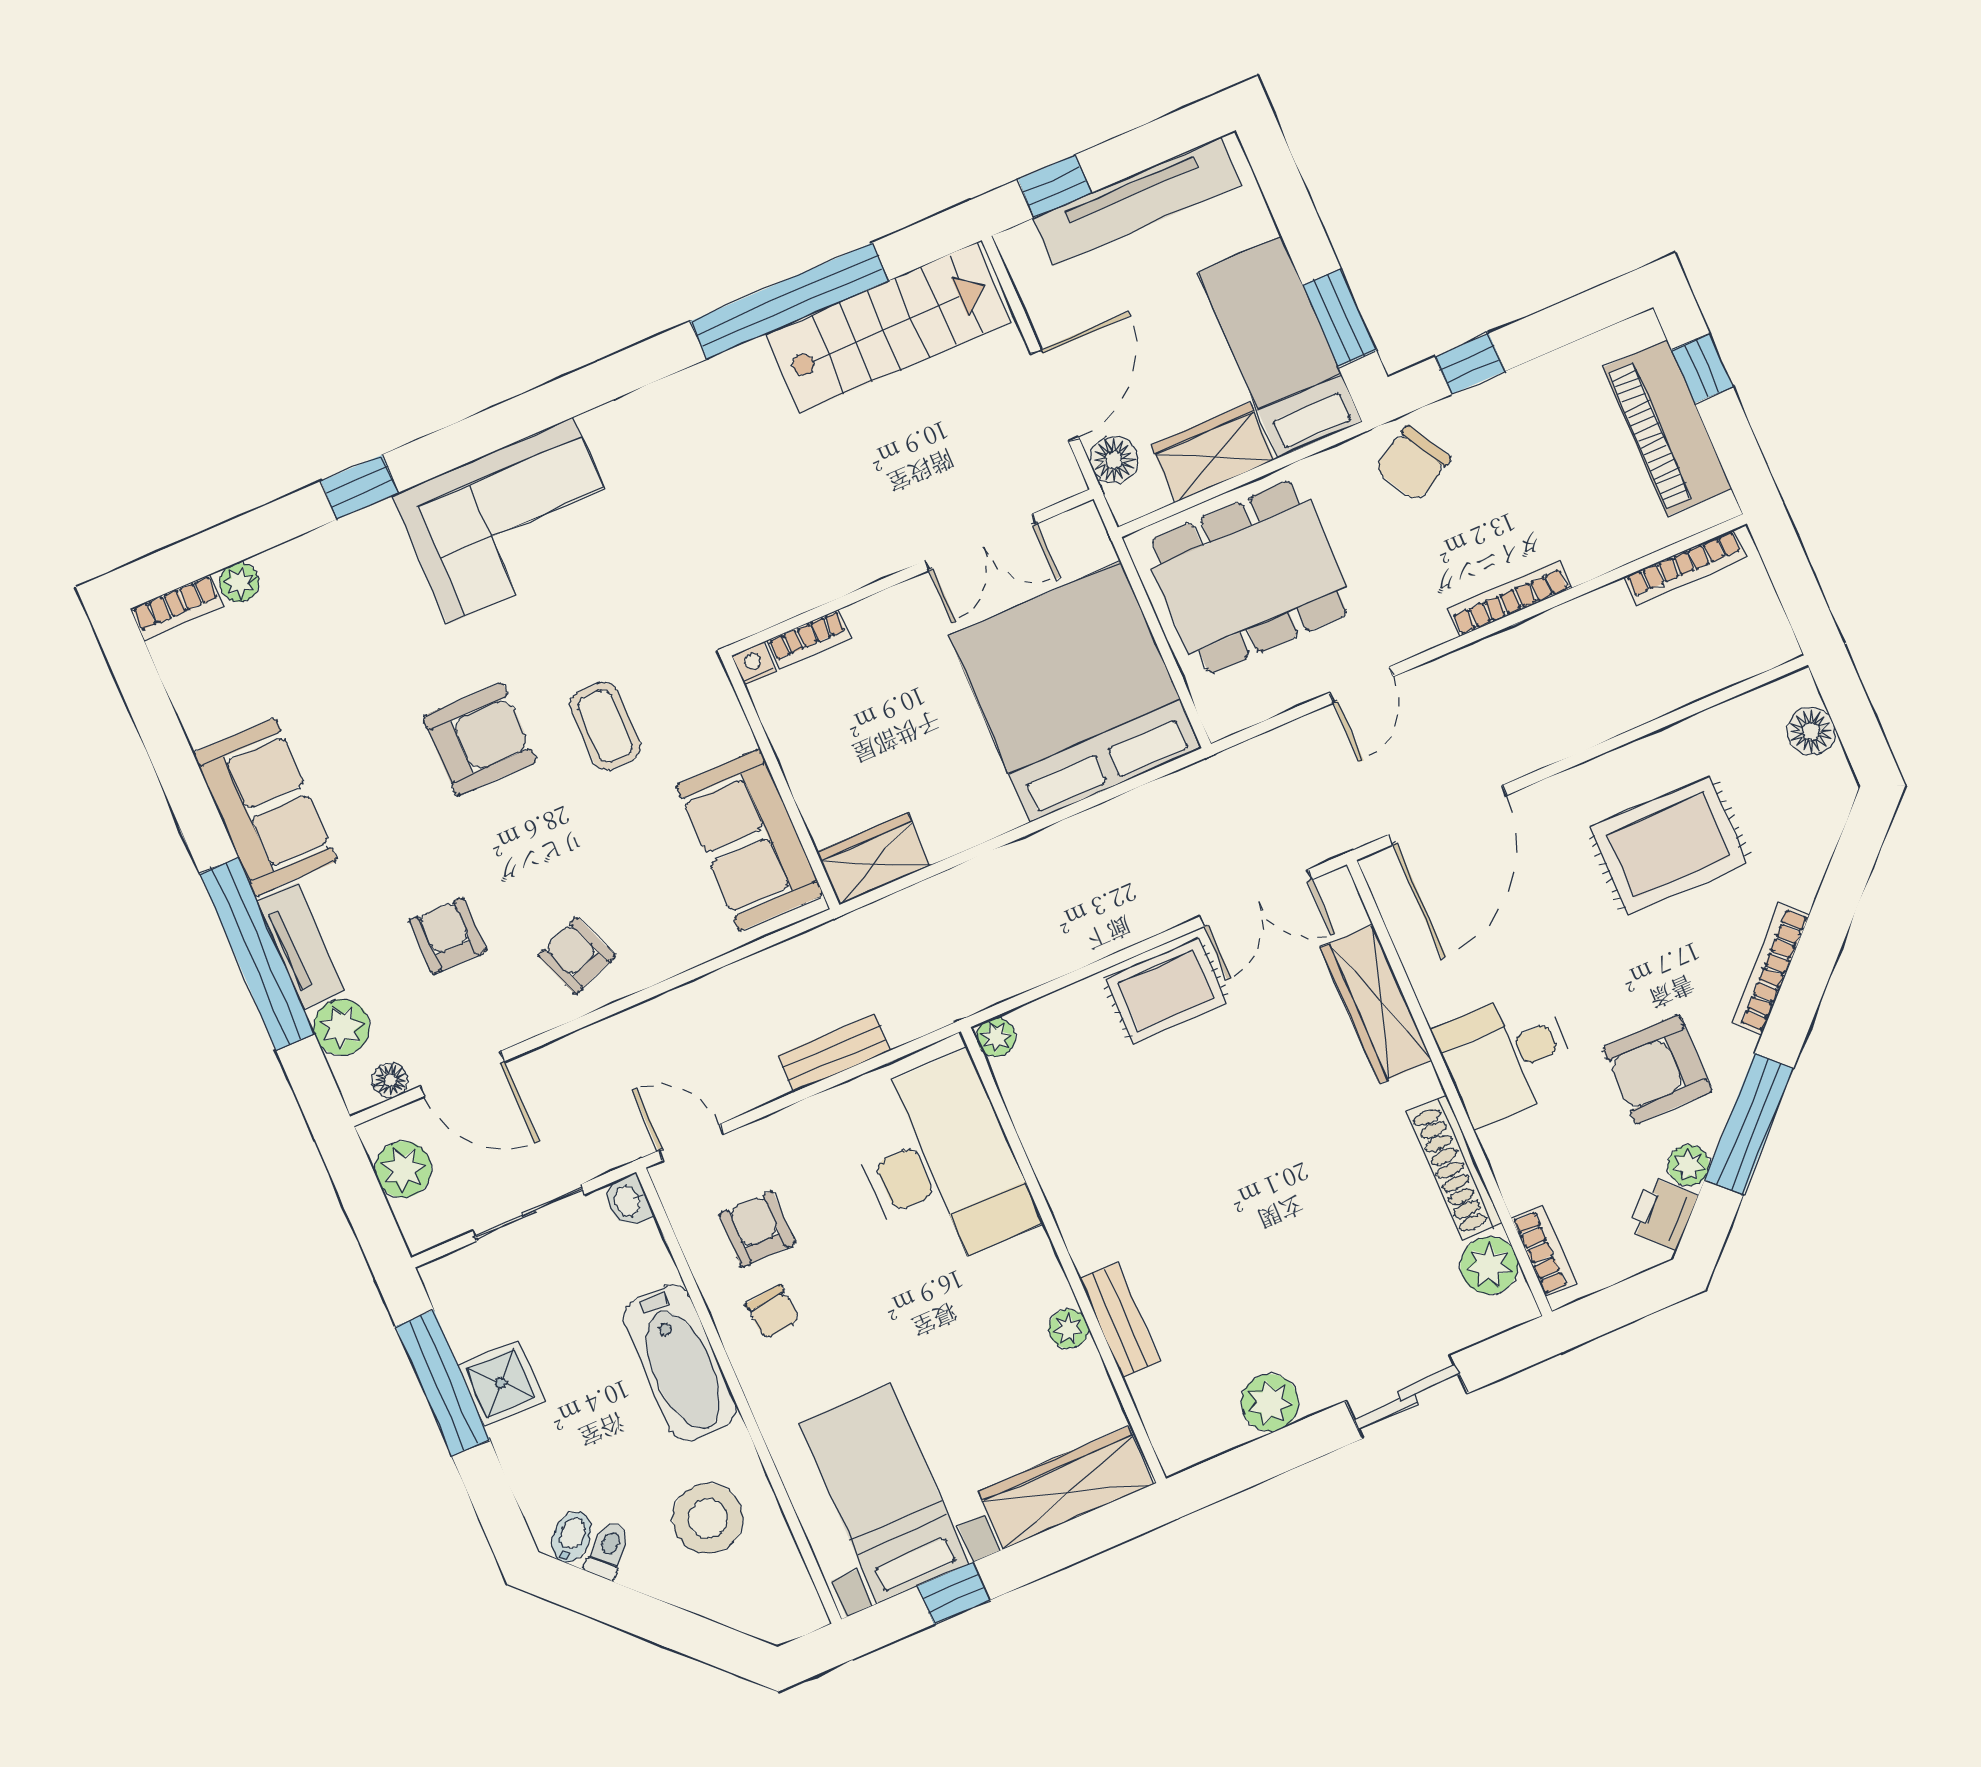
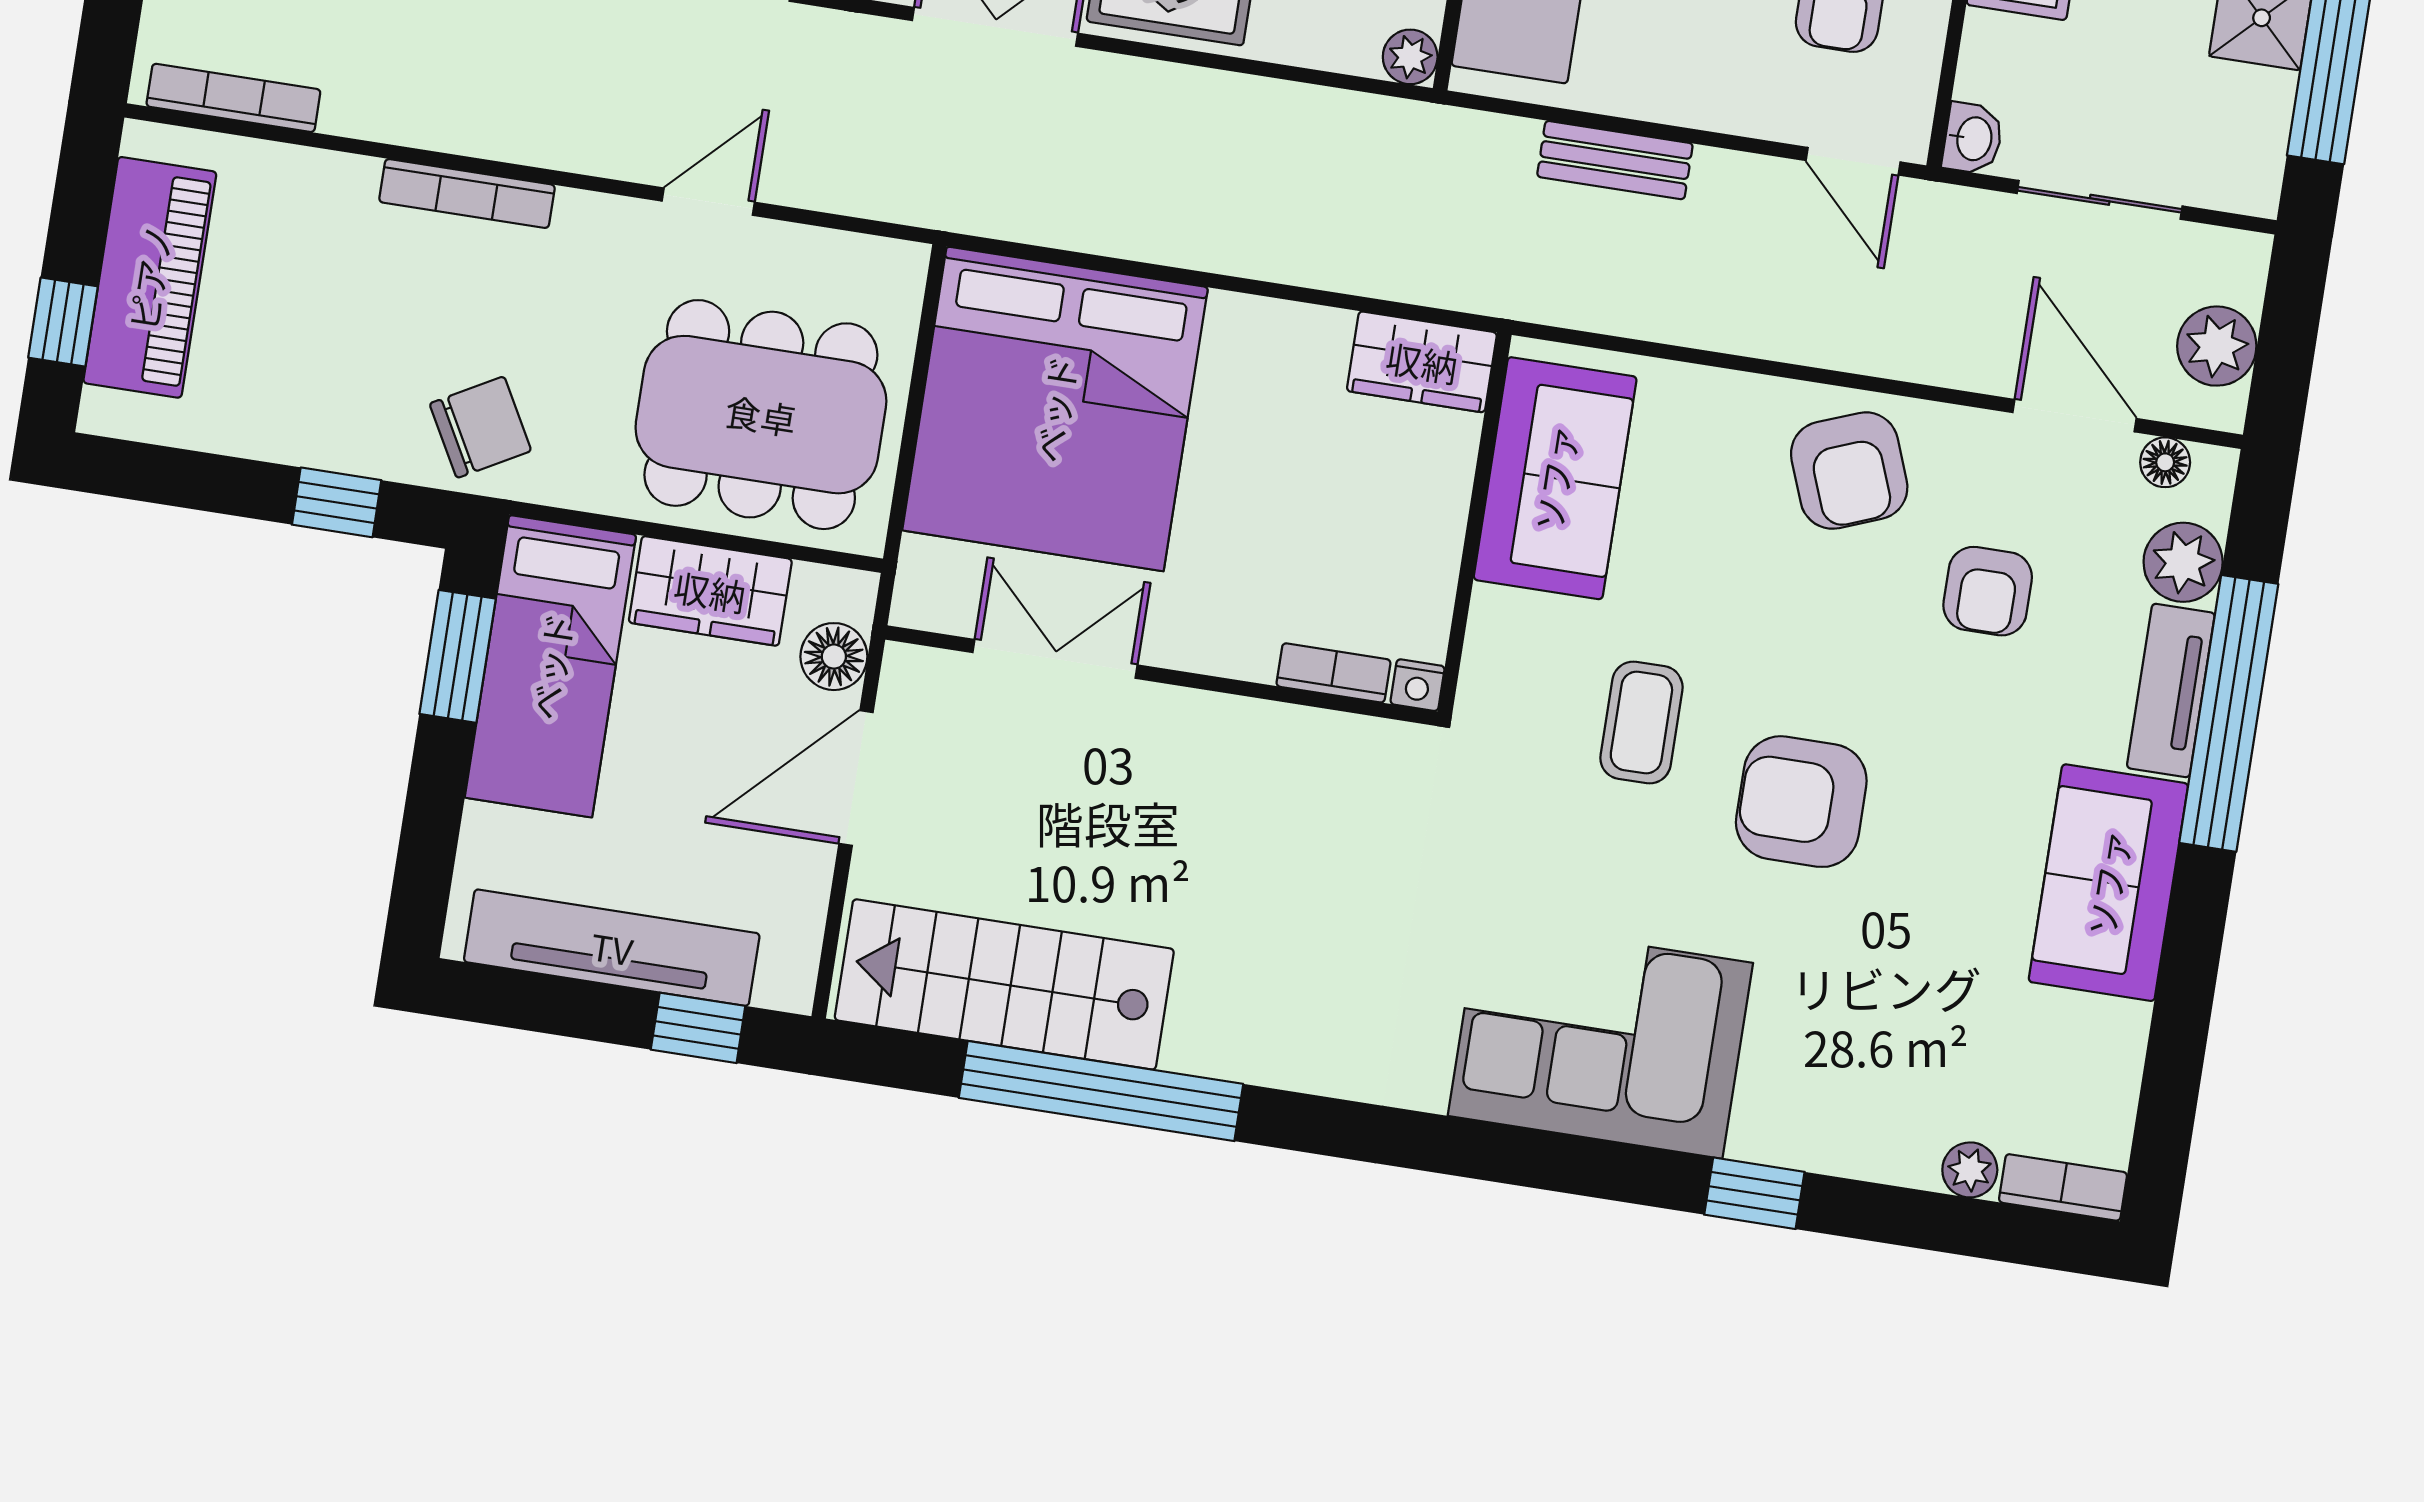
armchair: (576, 956) -> (1849, 471), width x1.38, depth x1.38

